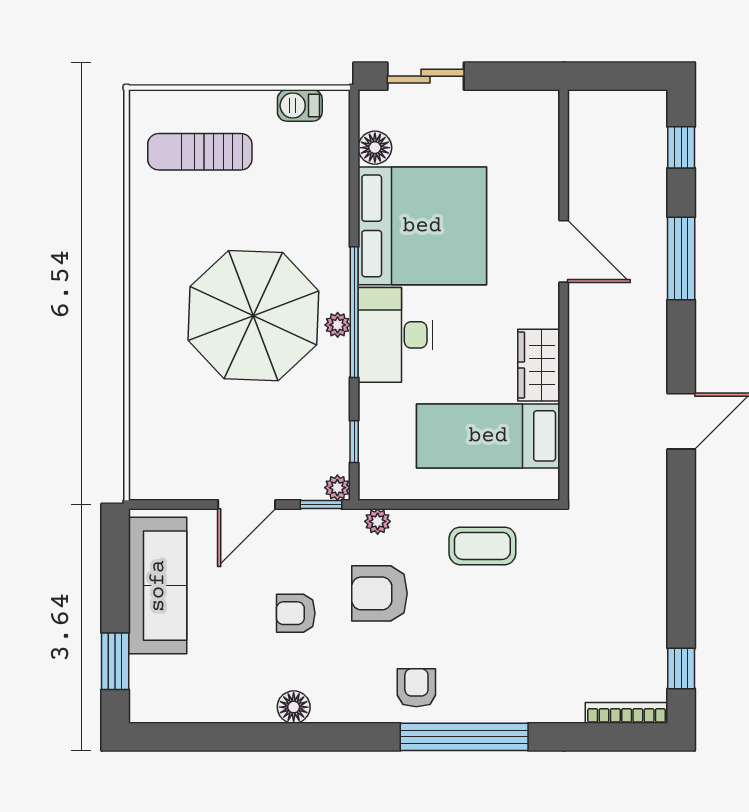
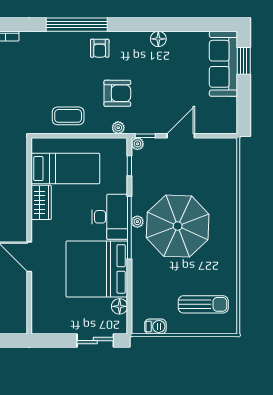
sofa: (158, 586) -> (223, 64), moved
armchair: (296, 613) -> (157, 84), removed

